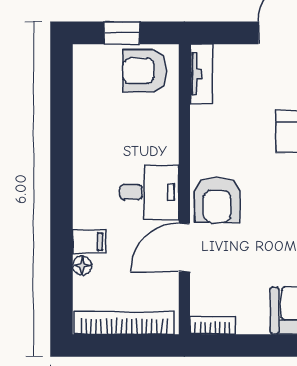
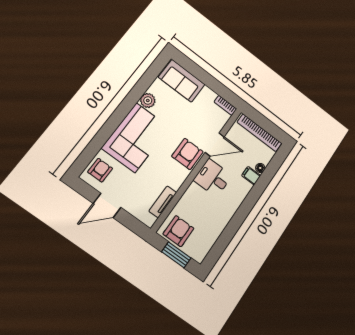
window: (122, 33) -> (176, 255), width x1.50
armchair: (145, 71) -> (178, 231), turned -90
tv unit: (201, 74) -> (163, 202), moved

